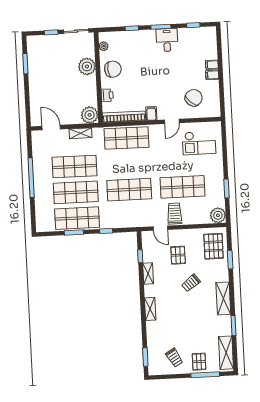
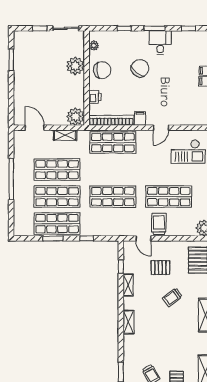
chair: (194, 98) -> (140, 68), moved
pallet: (178, 255) -> (160, 268), turned 90

